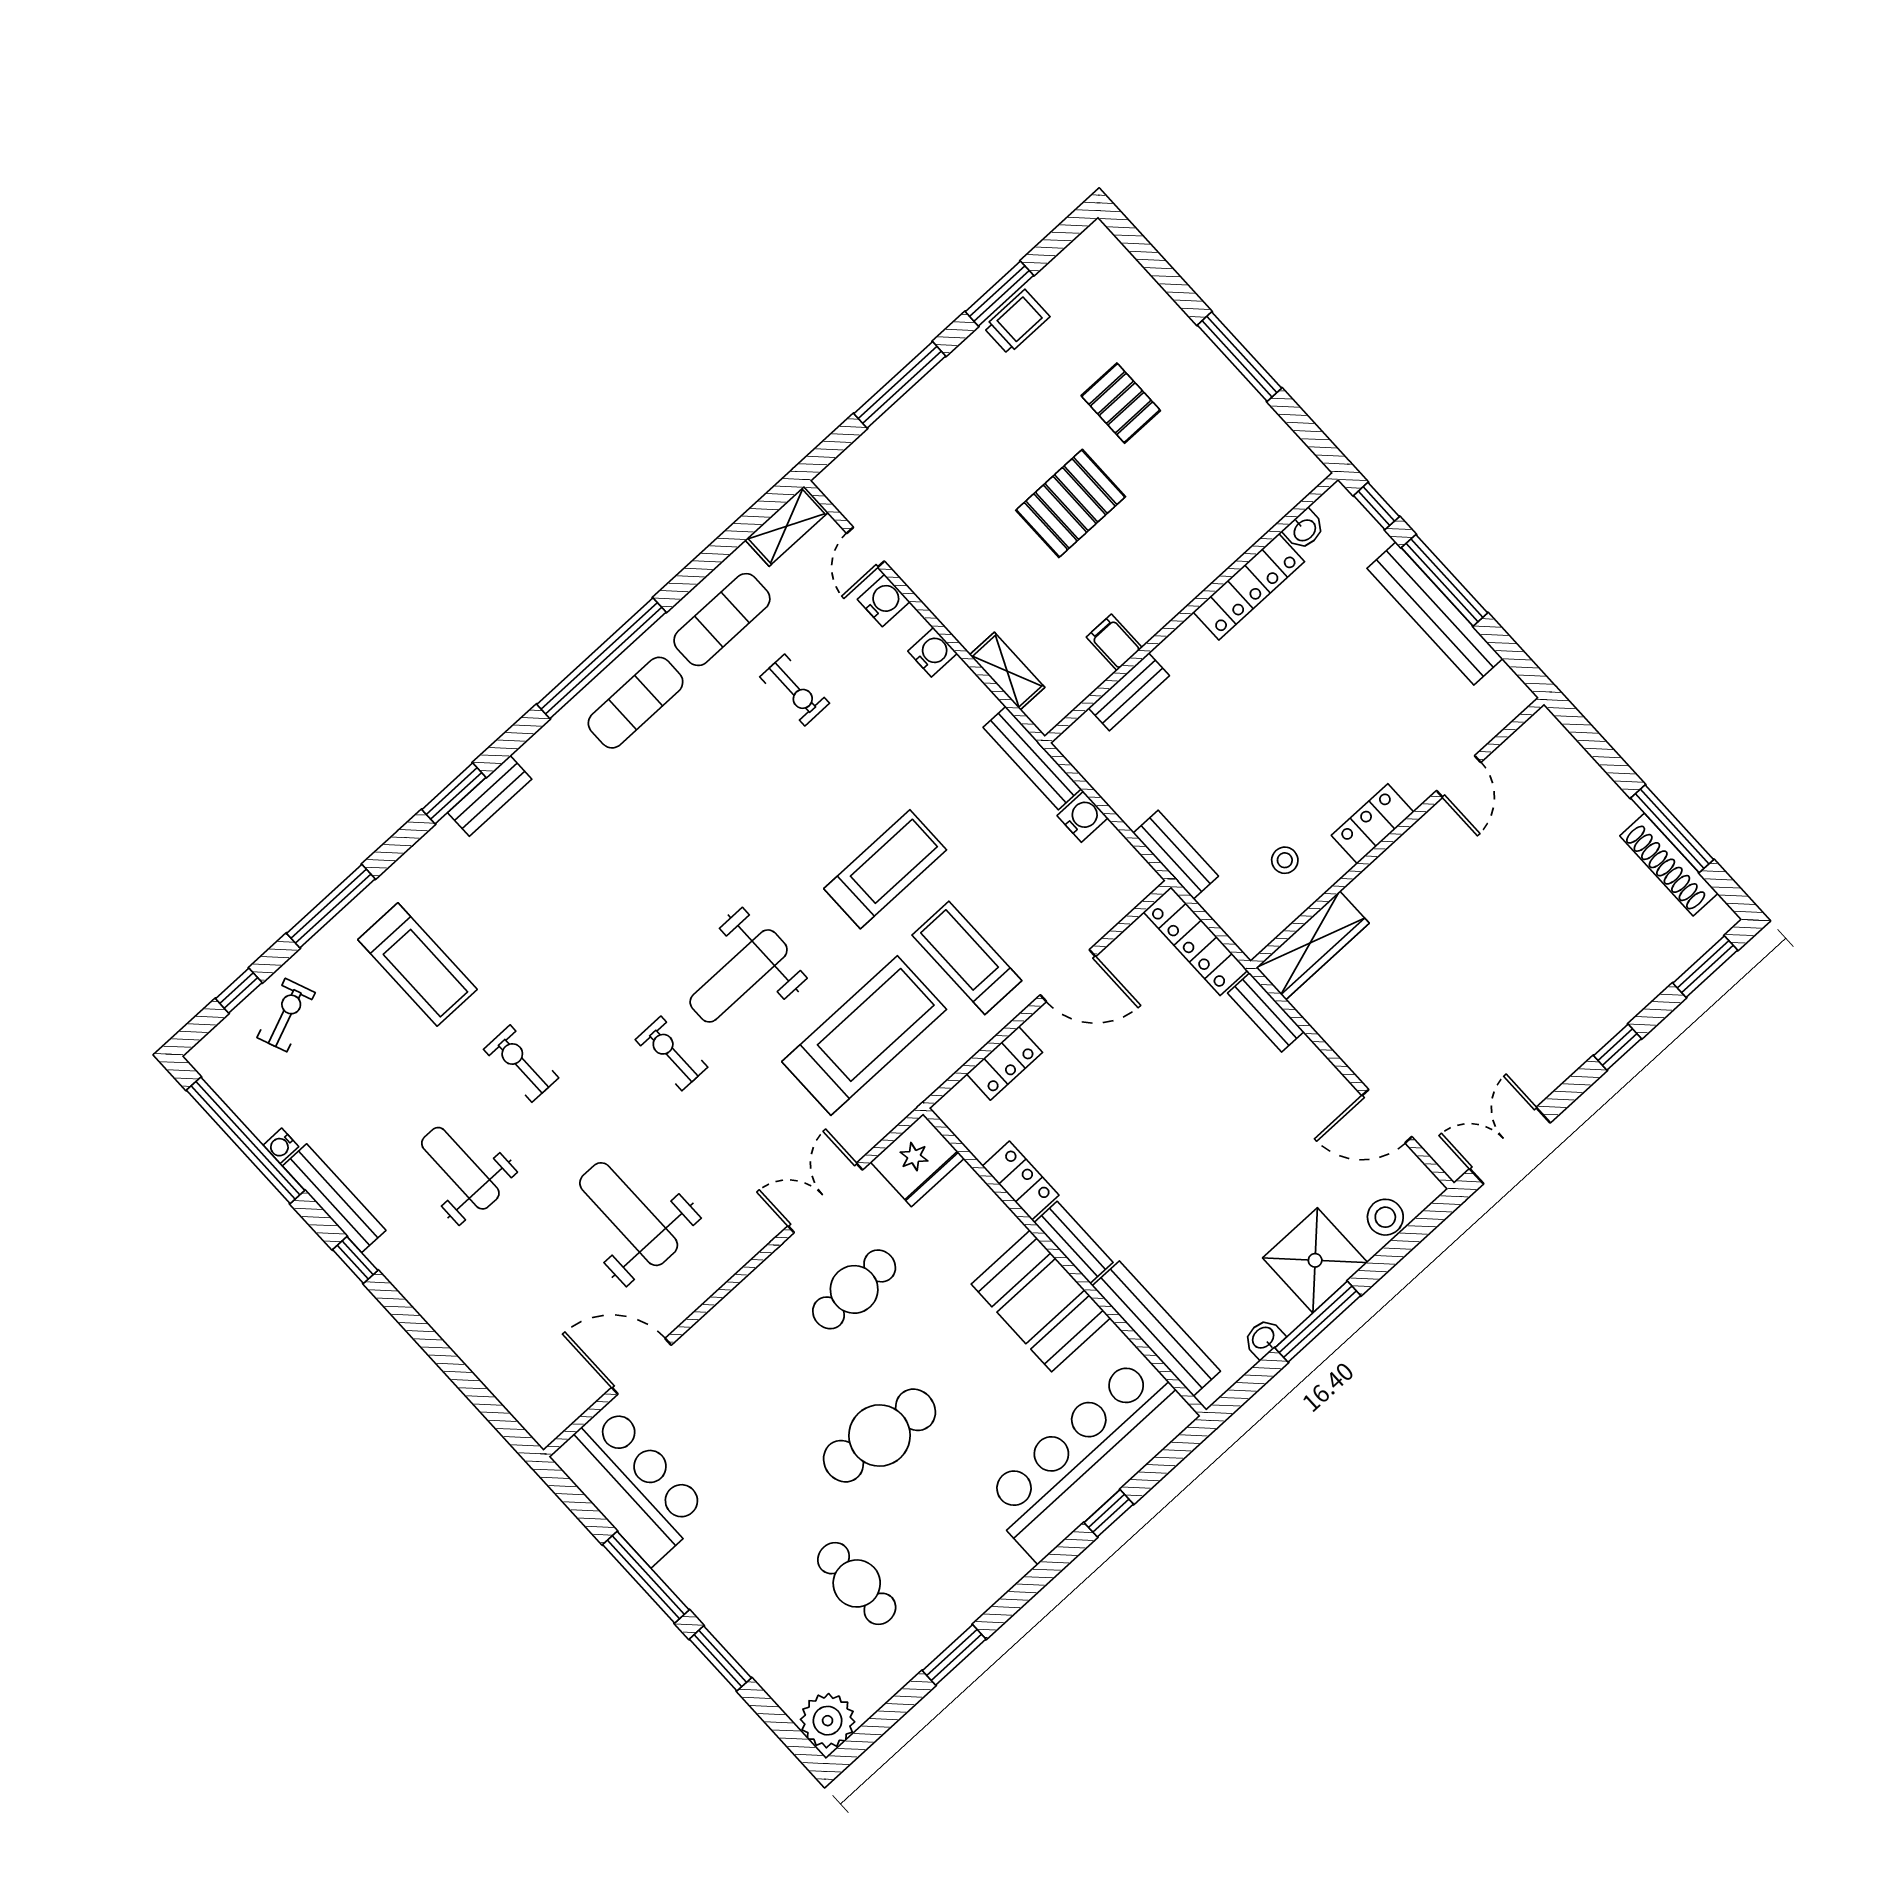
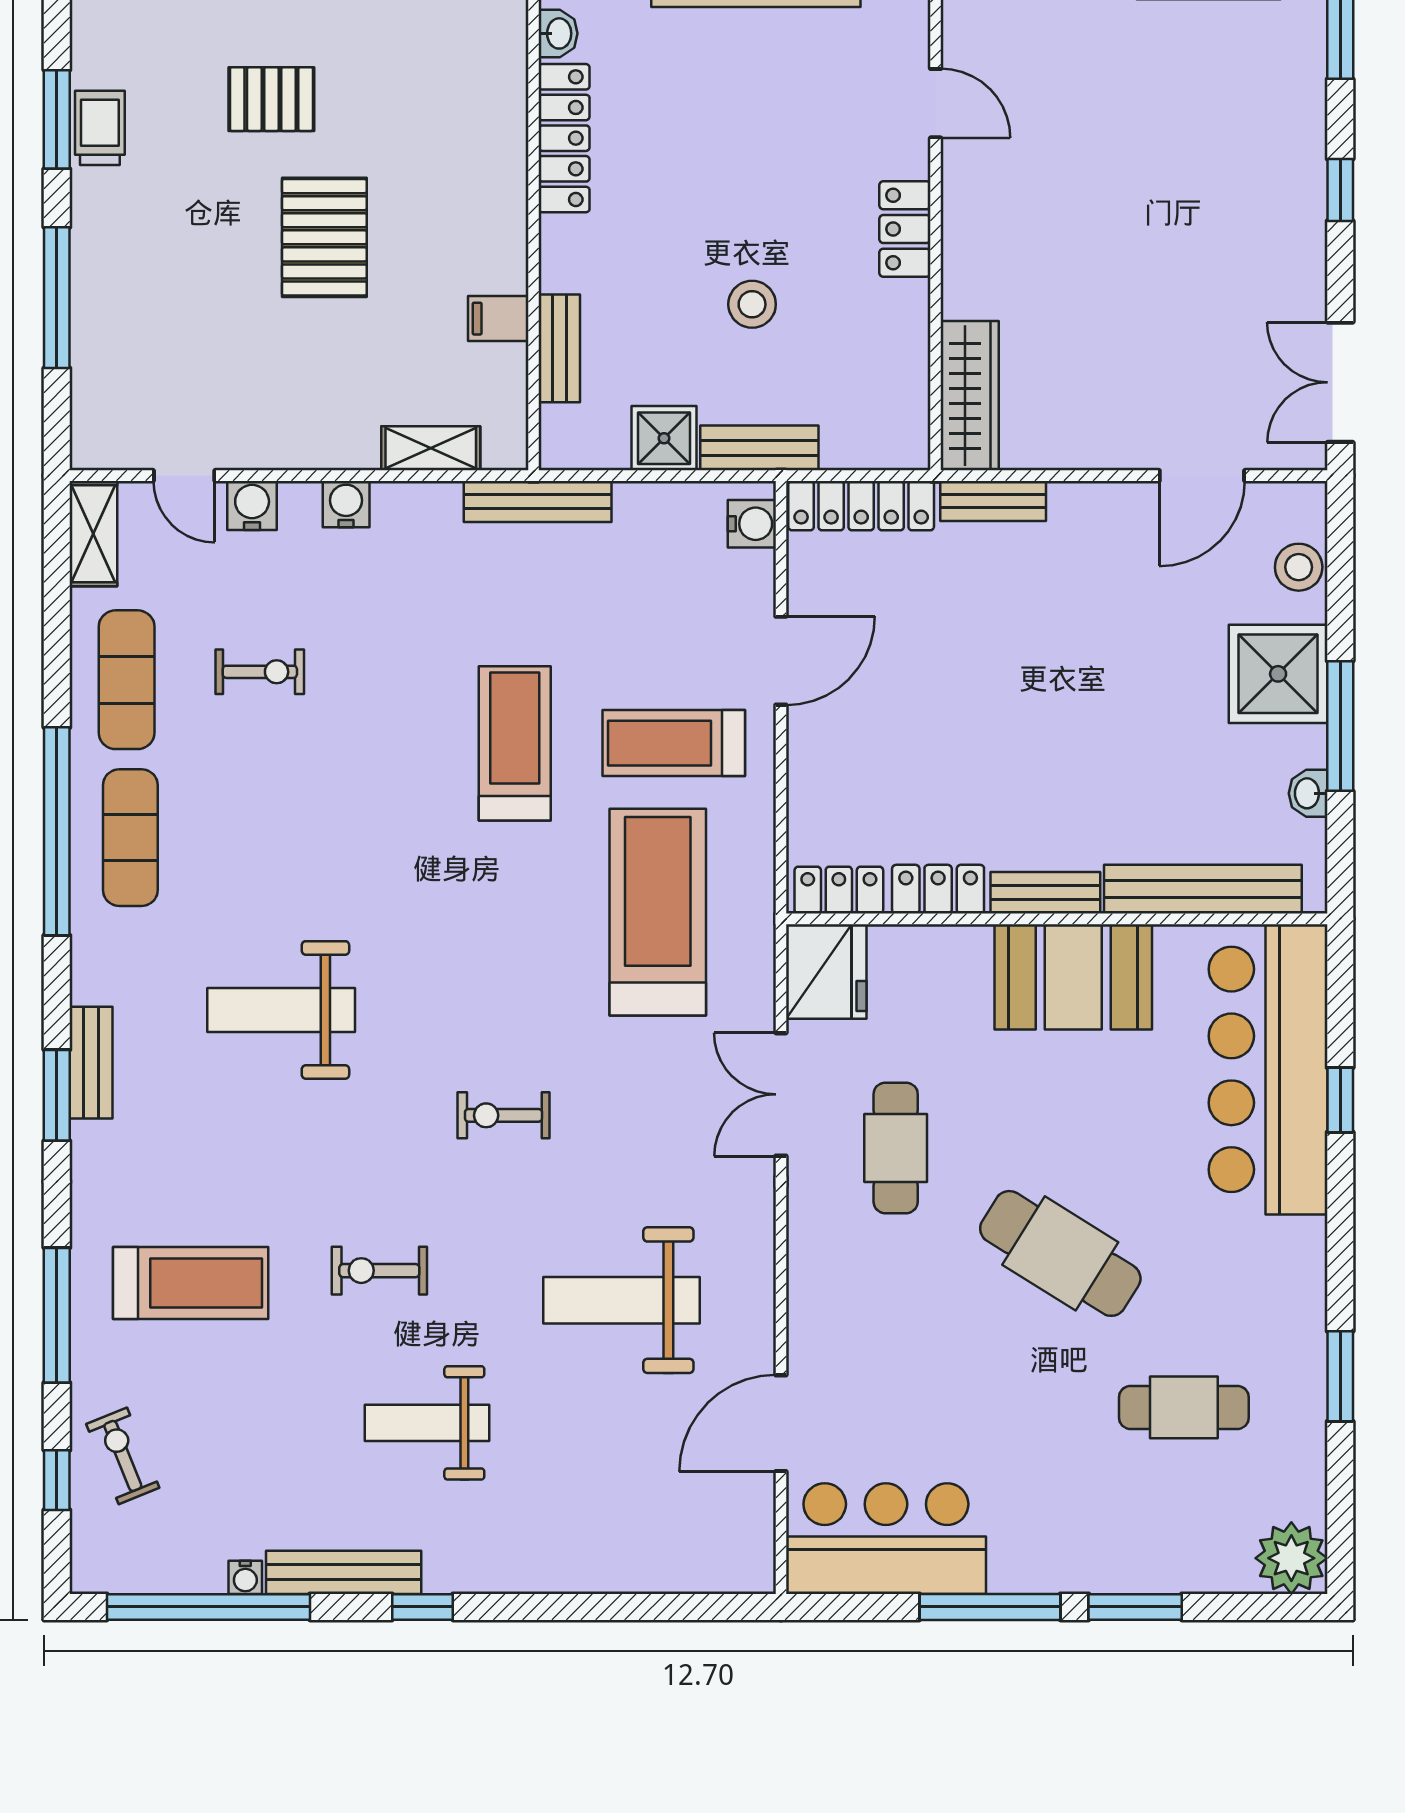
shower: (1132, 796) -> (664, 438), added
water cooler: (1083, 817) -> (752, 524), moved, turned 90
stool: (1285, 860) -> (752, 304), moved, width x1.37, depth x1.37
weight bench: (739, 976) -> (281, 1010), moved, turned 90
locker: (1004, 1063) -> (839, 890), moved, turned -90
cafe table: (879, 1435) -> (1060, 1253), turned -65

